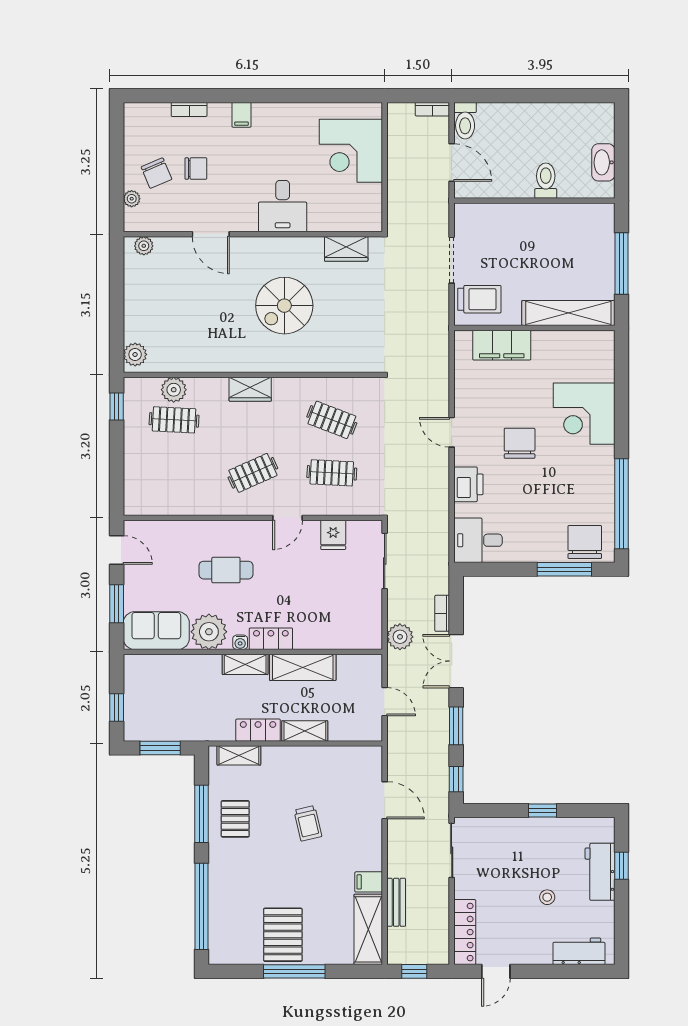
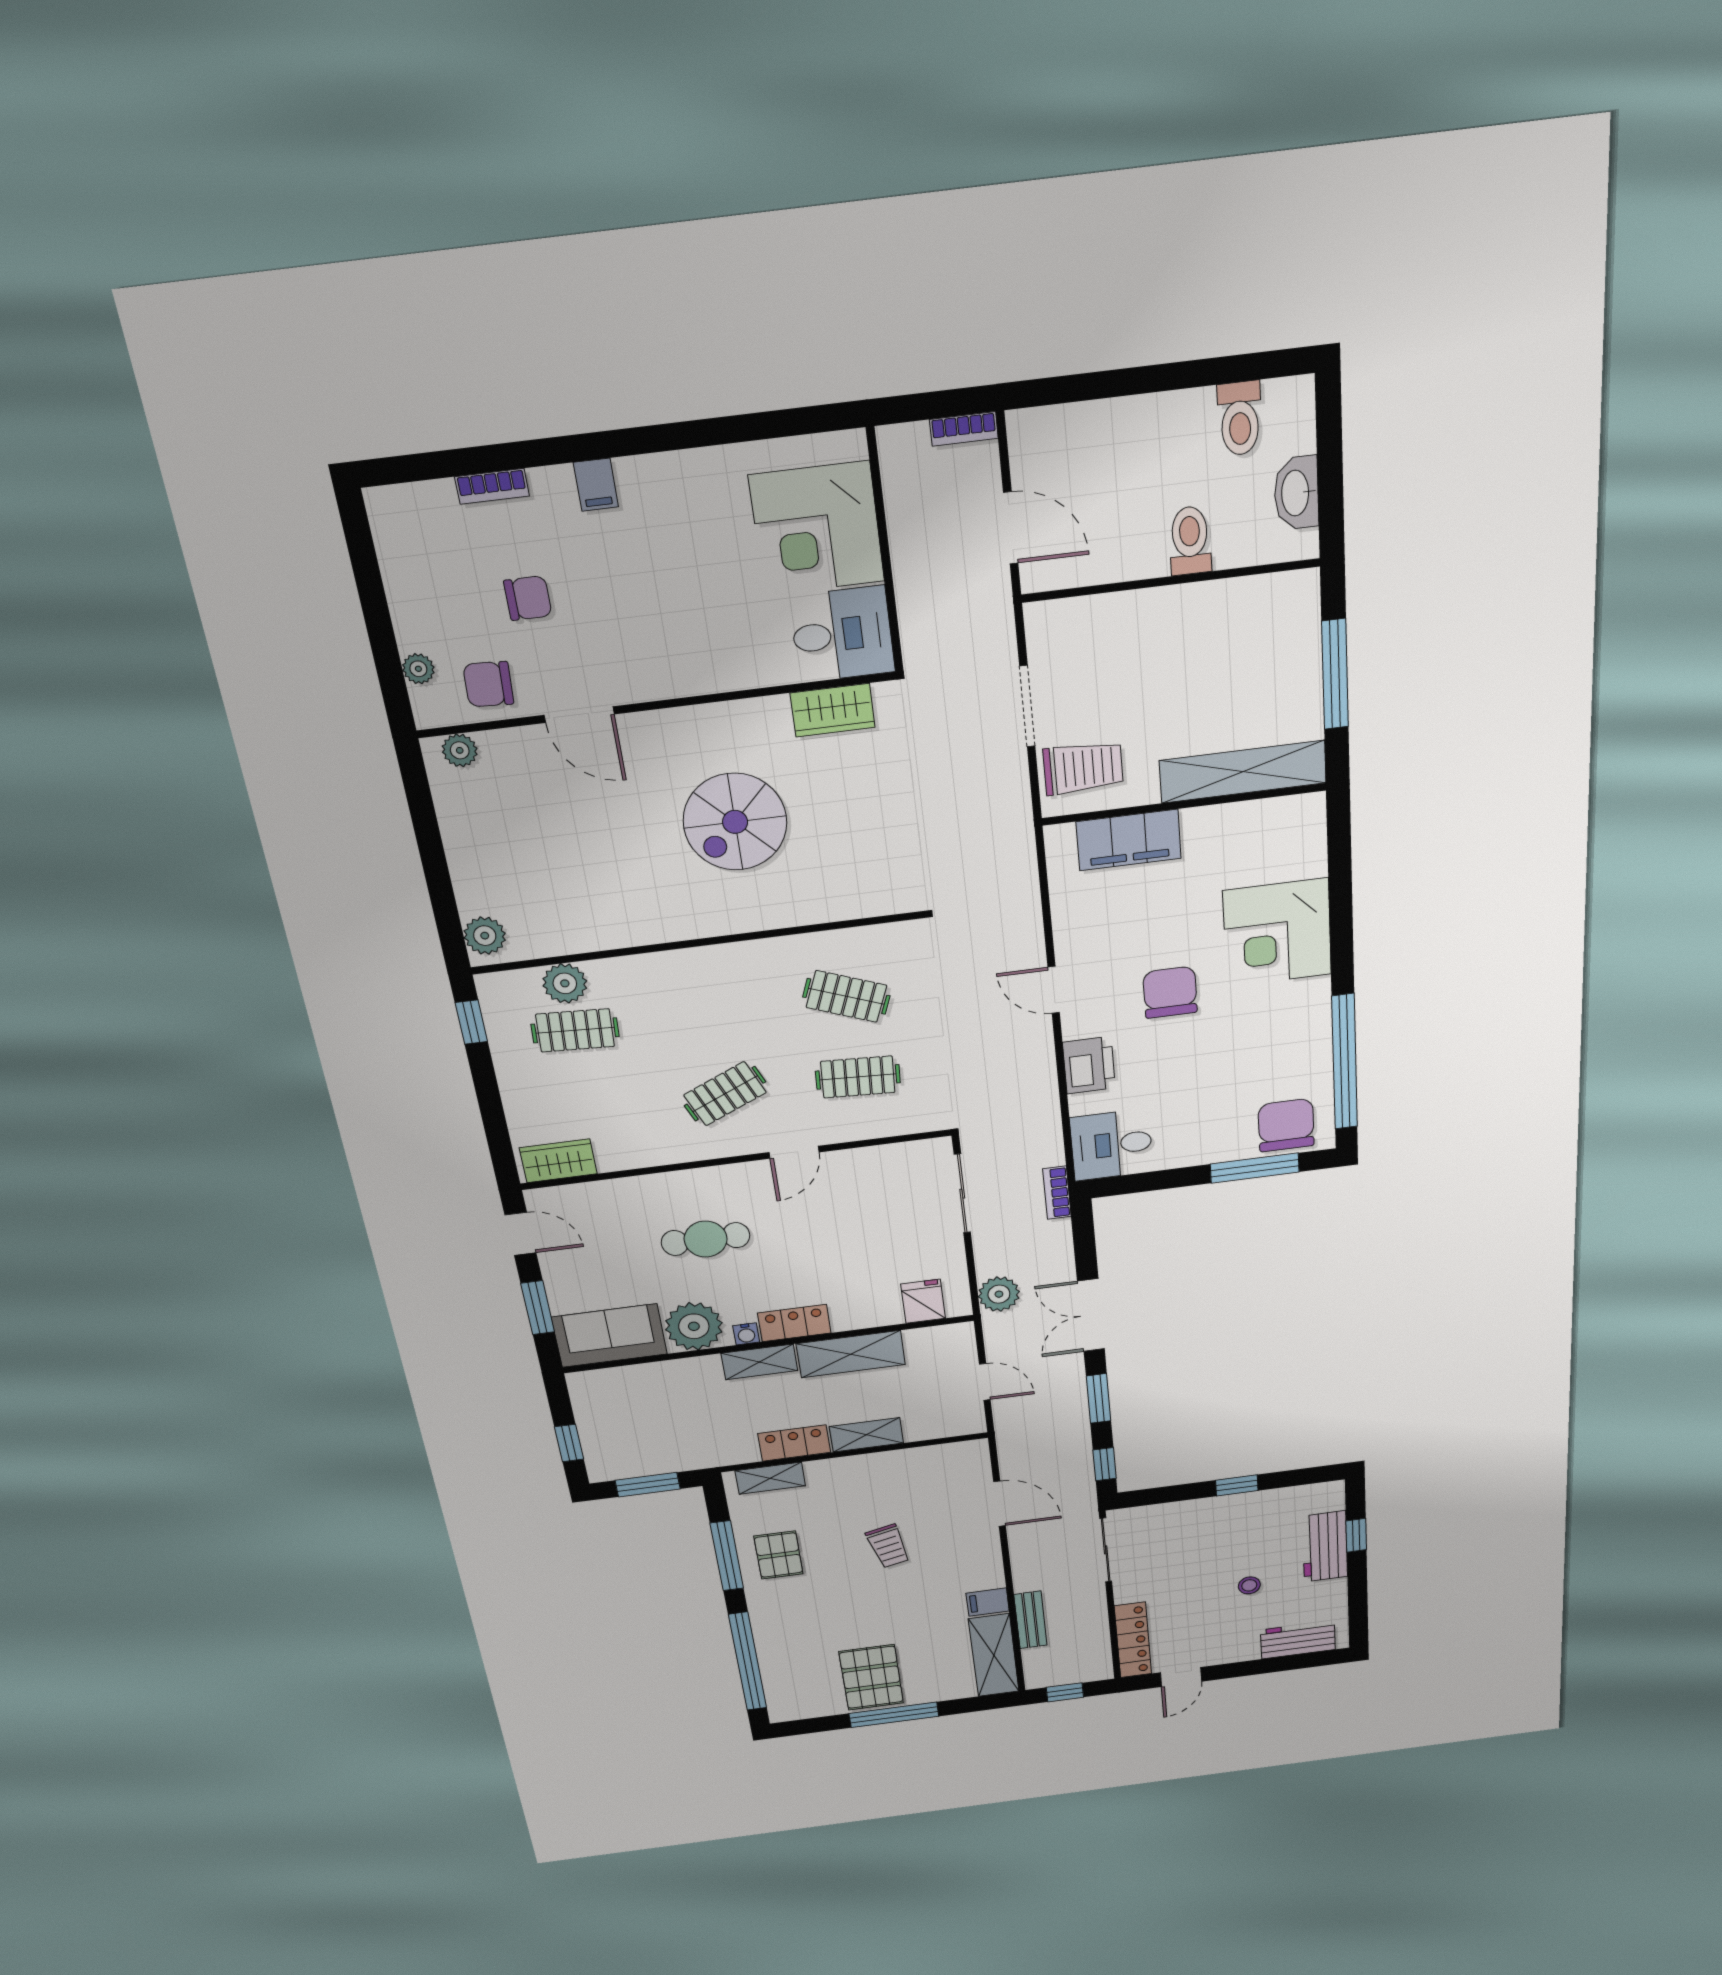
toilet: (465, 121) -> (1240, 418), moved
chair: (156, 173) -> (488, 684), moved, turned 116
desk: (283, 206) -> (842, 634), moved, turned -90
wardrobe: (250, 389) -> (558, 1161), moved, turned 180
fridge: (333, 535) -> (923, 1301), moved, turned 180
bookcase: (442, 613) -> (1057, 1193), moved

